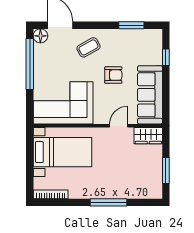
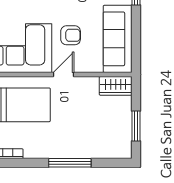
armchair: (113, 75) -> (71, 35), moved
door: (119, 126) -> (64, 74), moved

